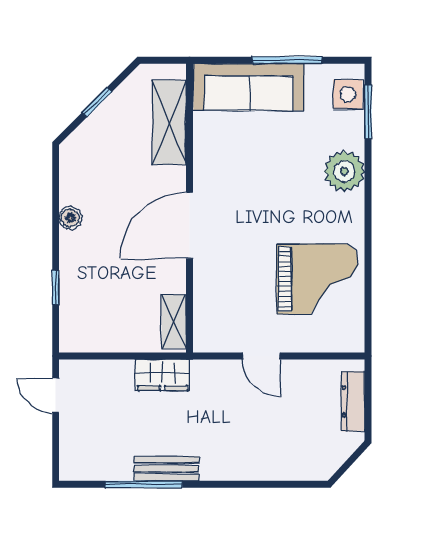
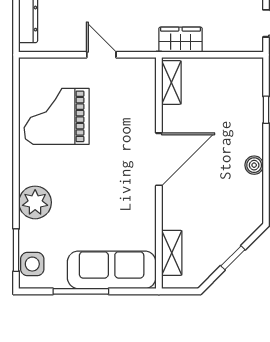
shelving: (169, 122) -> (172, 253), width x0.67, depth x0.75

